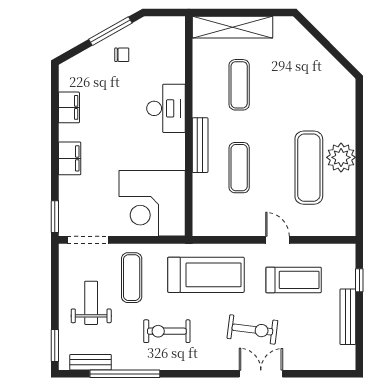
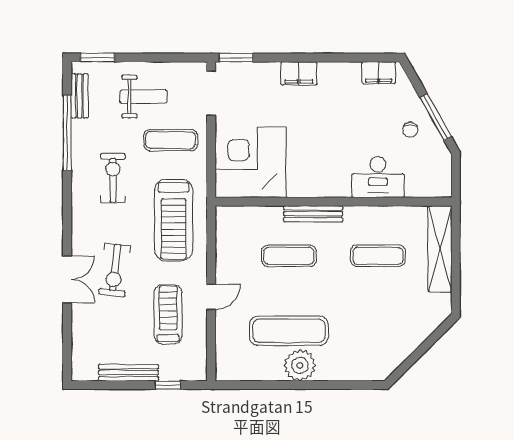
filing cabinet: (69, 107) -> (379, 73), moved
desk: (166, 108) -> (378, 177), moved
treadmill: (294, 280) -> (168, 314), turned 180

